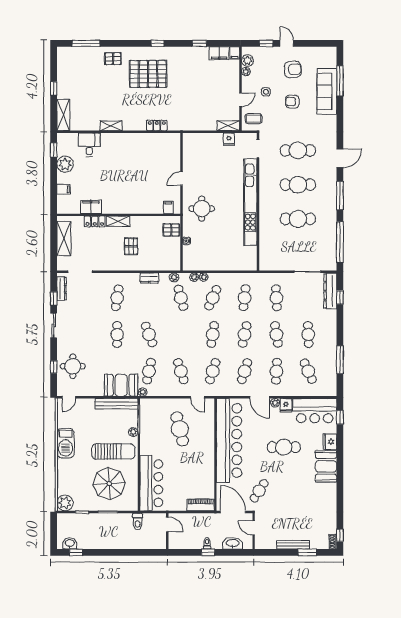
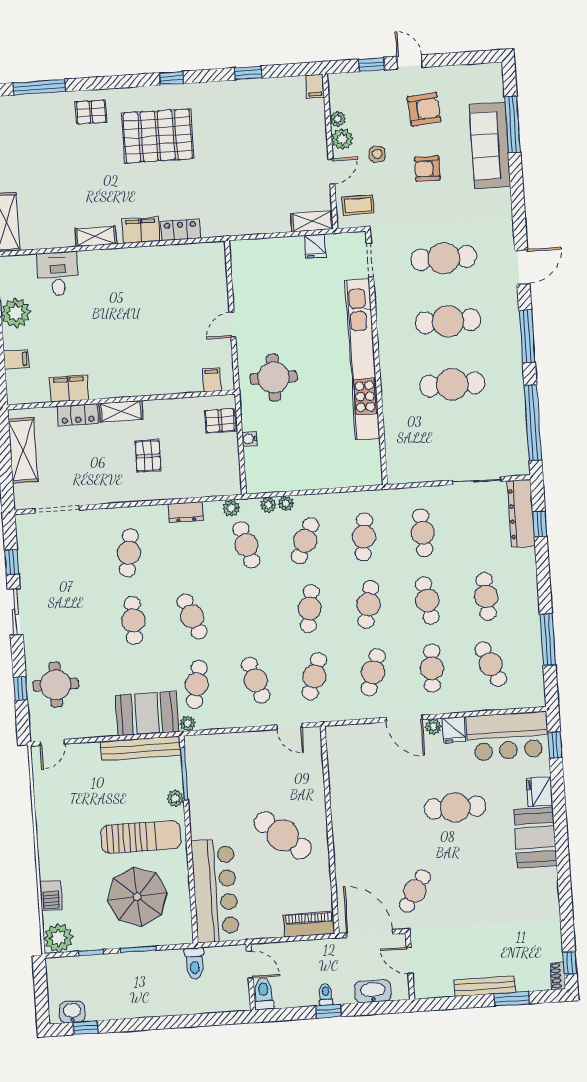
filing cabinet: (219, 53) -> (141, 230), moved, turned 180
plant: (247, 61) -> (342, 139), moved
dresser: (62, 289) -> (25, 543), removed
cafe table: (180, 429) -> (283, 835), moved, turned -36
bar counter: (229, 440) -> (353, 802), removed
barbecue: (66, 443) -> (51, 896), moved, width x0.53, depth x0.65
toilet: (174, 541) -> (264, 994), added

